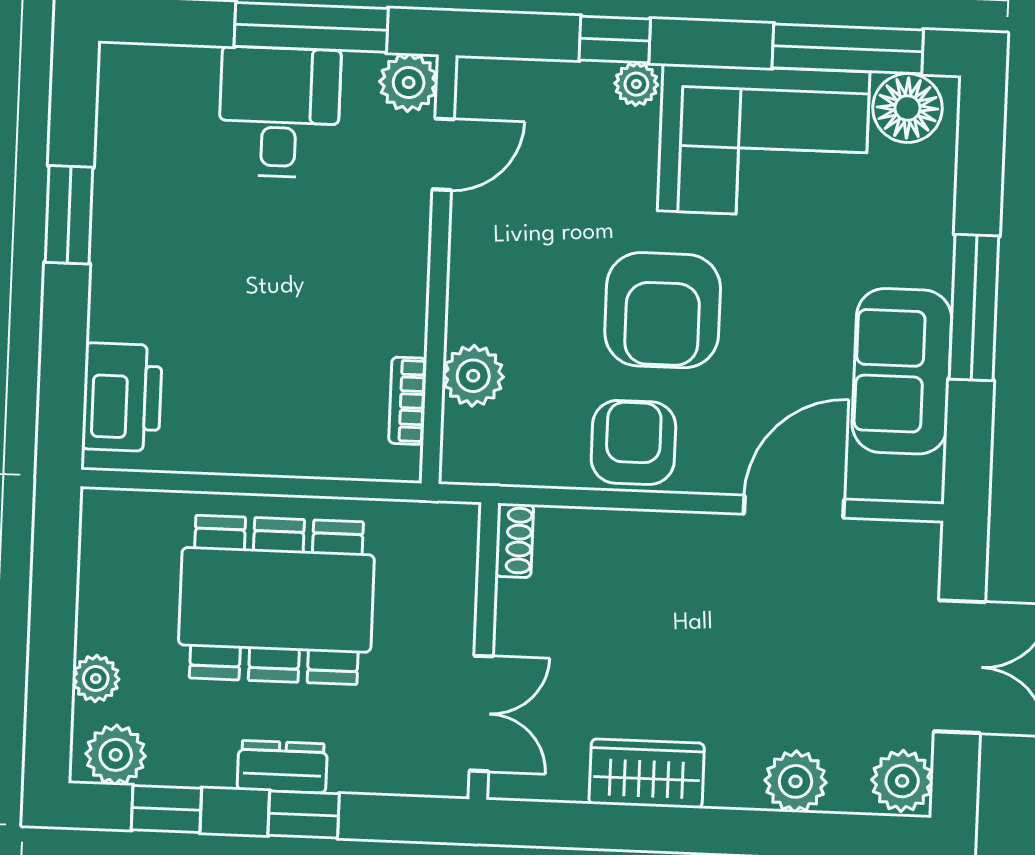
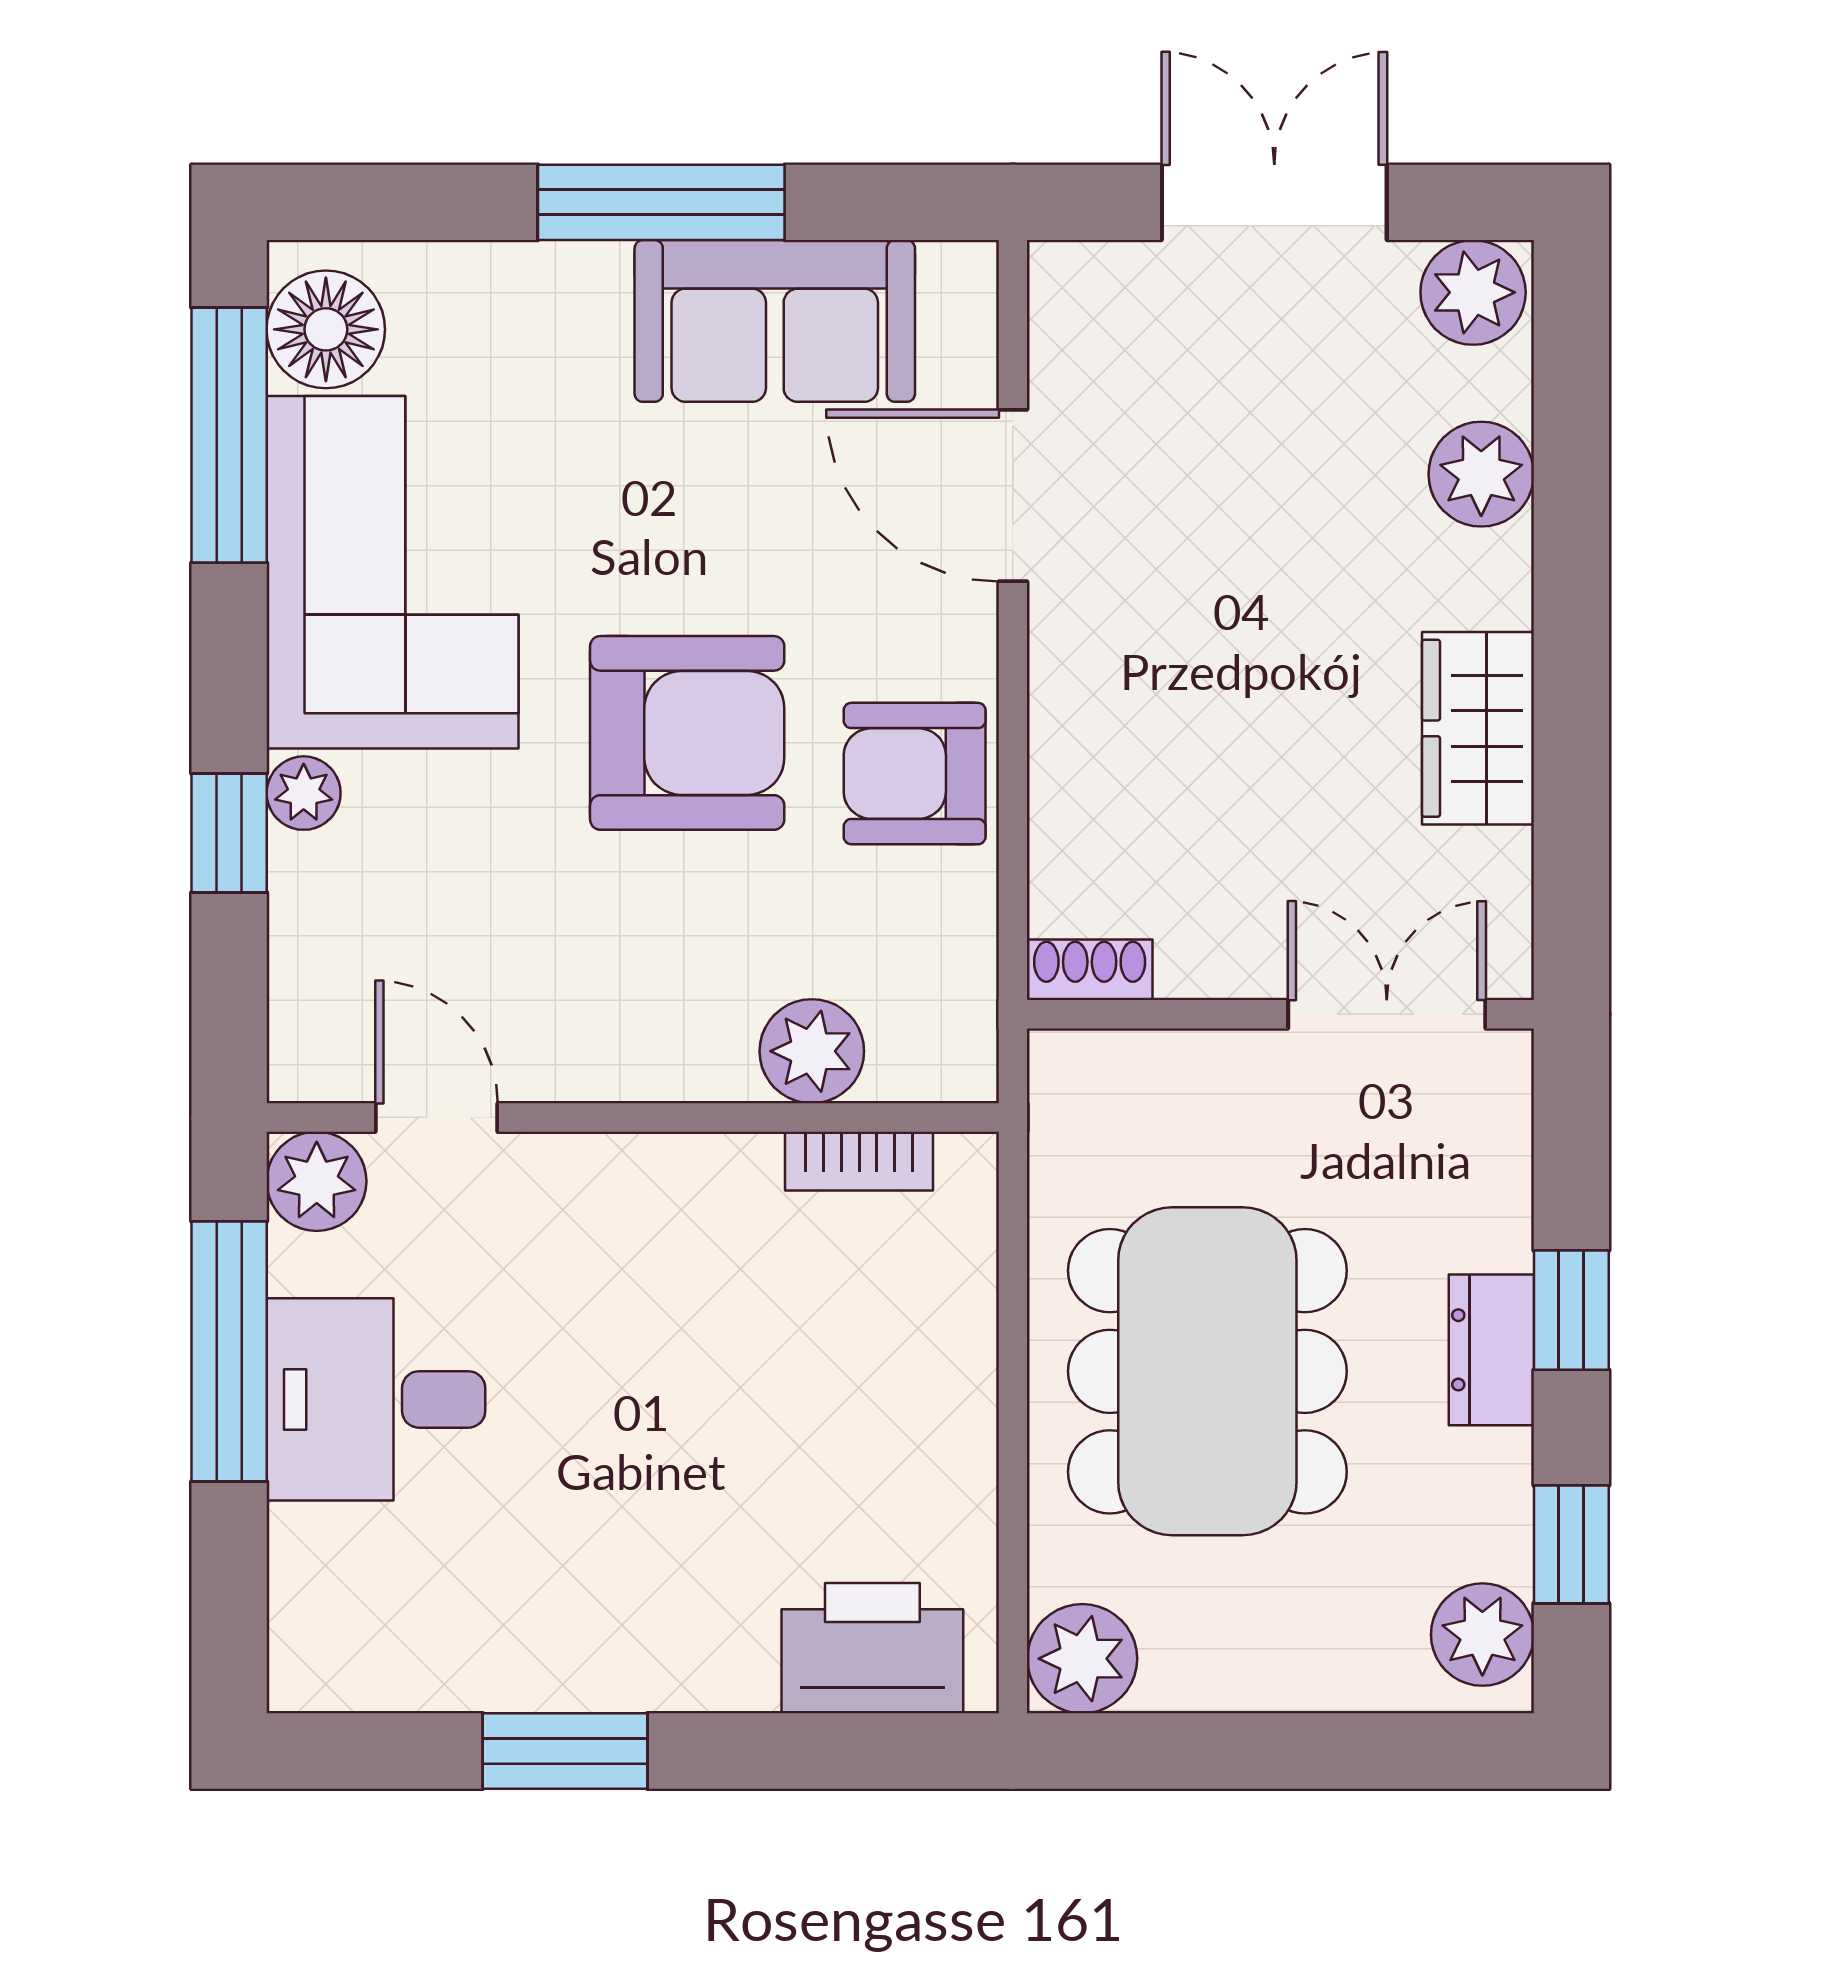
plant: (96, 679) -> (1082, 1659), moved, width x1.38, depth x1.38

